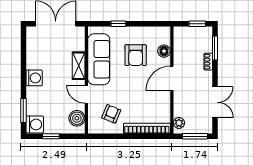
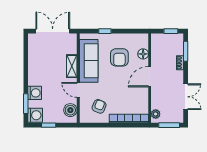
washing machine: (34, 78) -> (35, 93), moved

